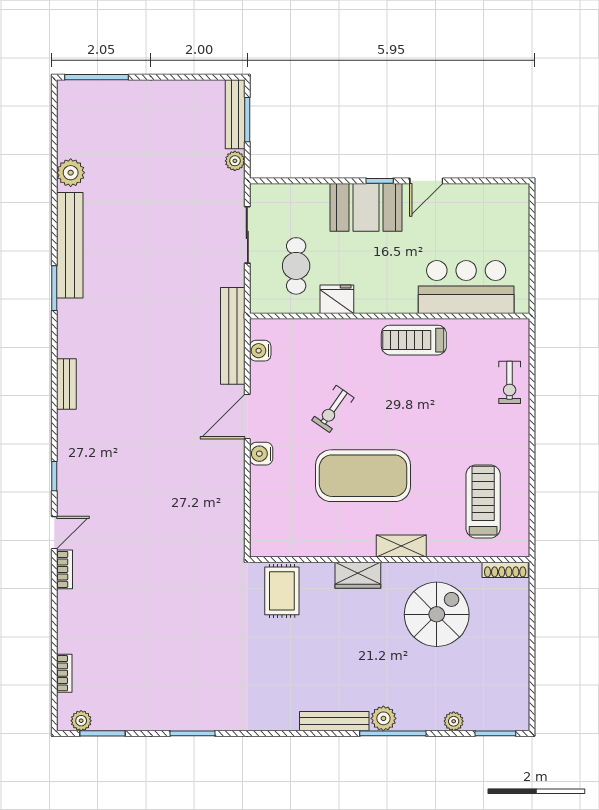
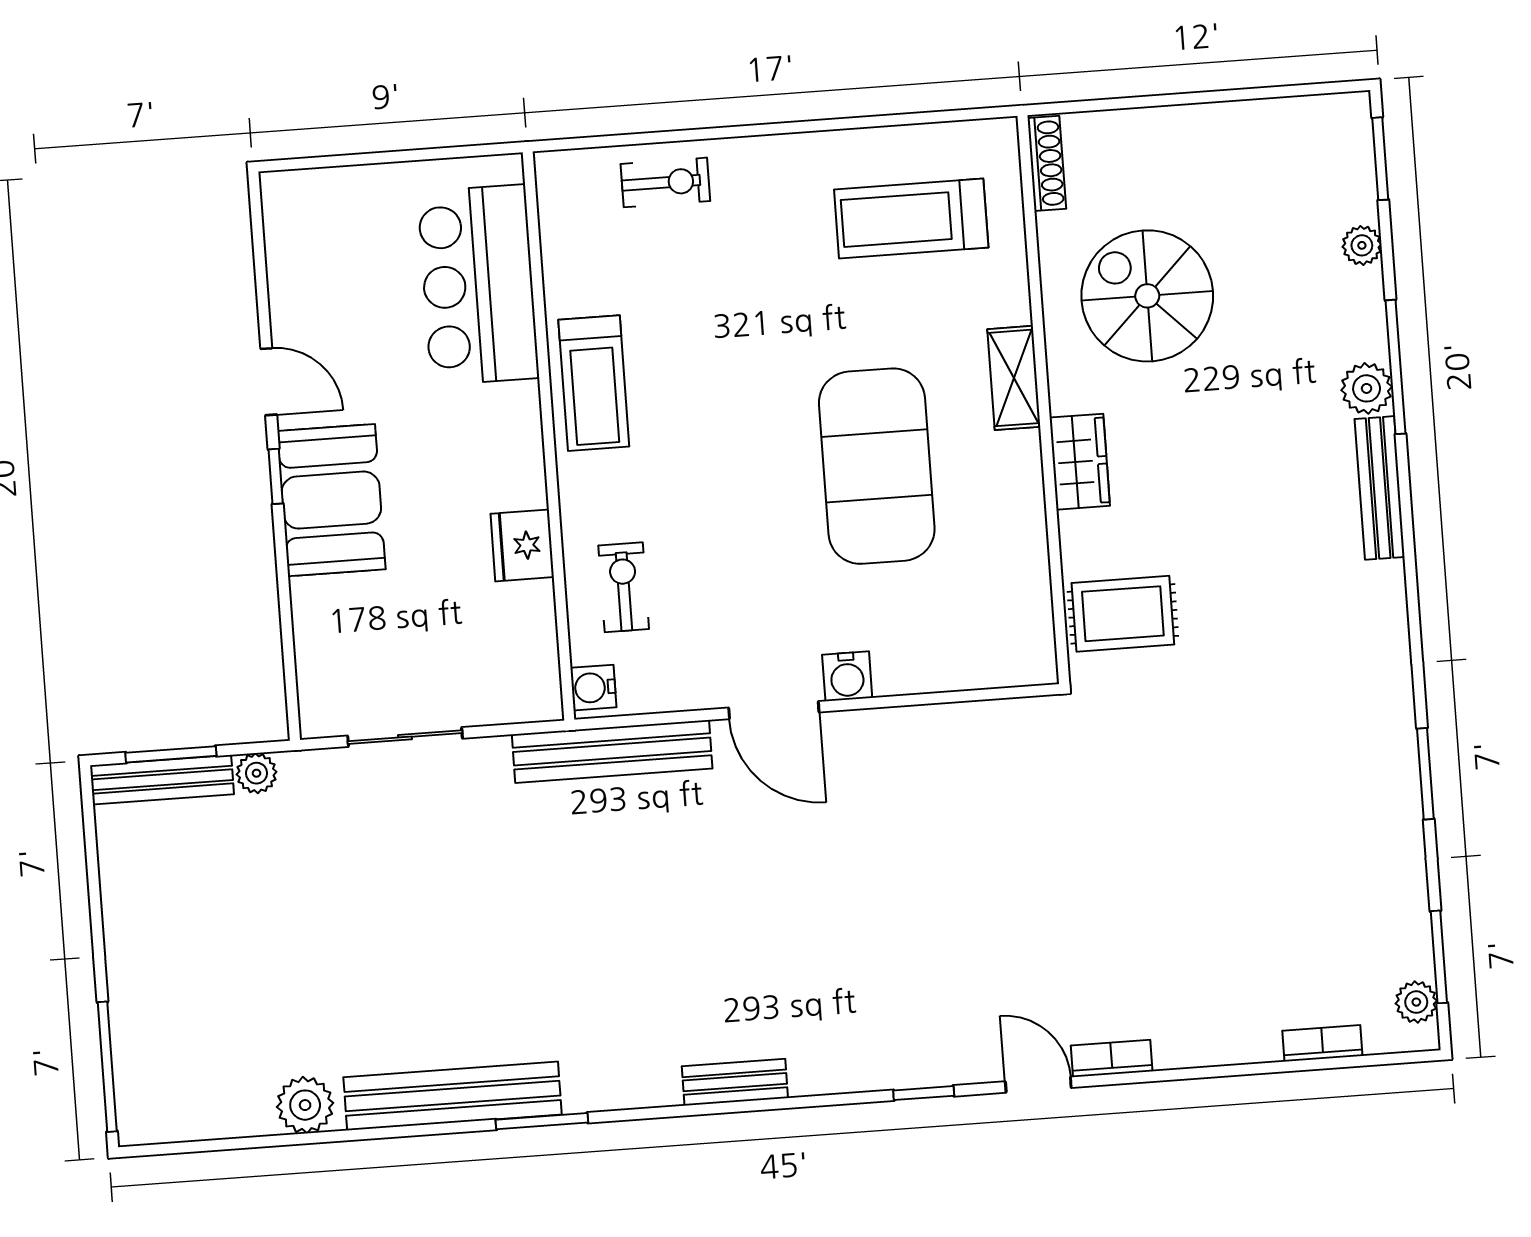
cafe table: (296, 266) -> (461, 633), removed
water cooler: (260, 351) -> (593, 688), moved, turned 90
exercise bike: (333, 409) -> (624, 587), moved, turned -125

